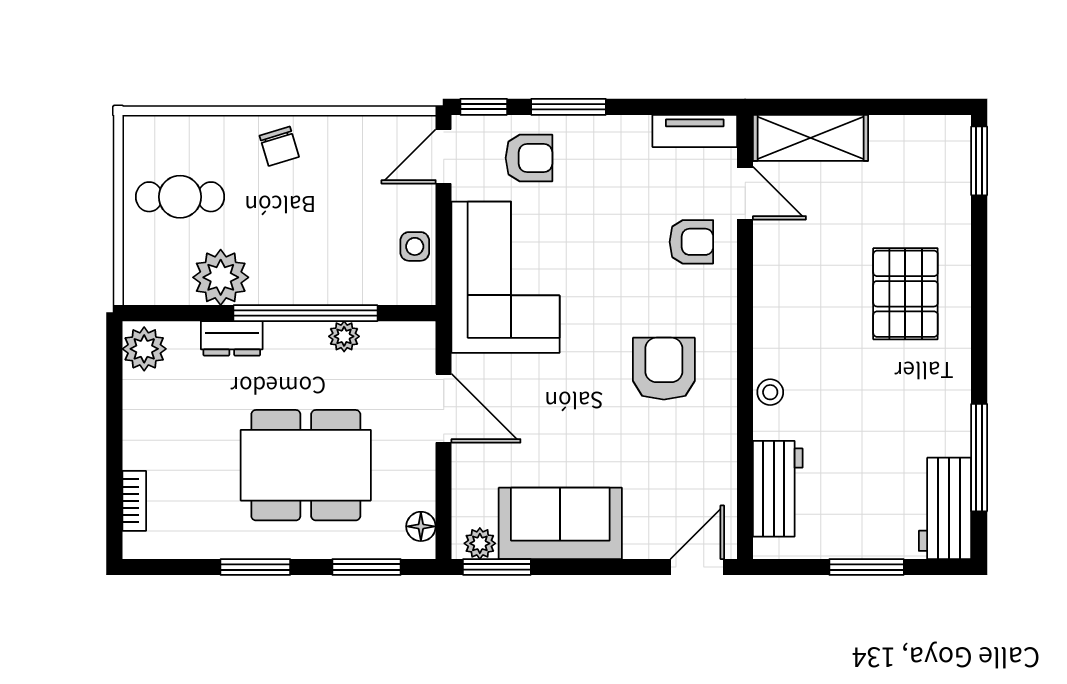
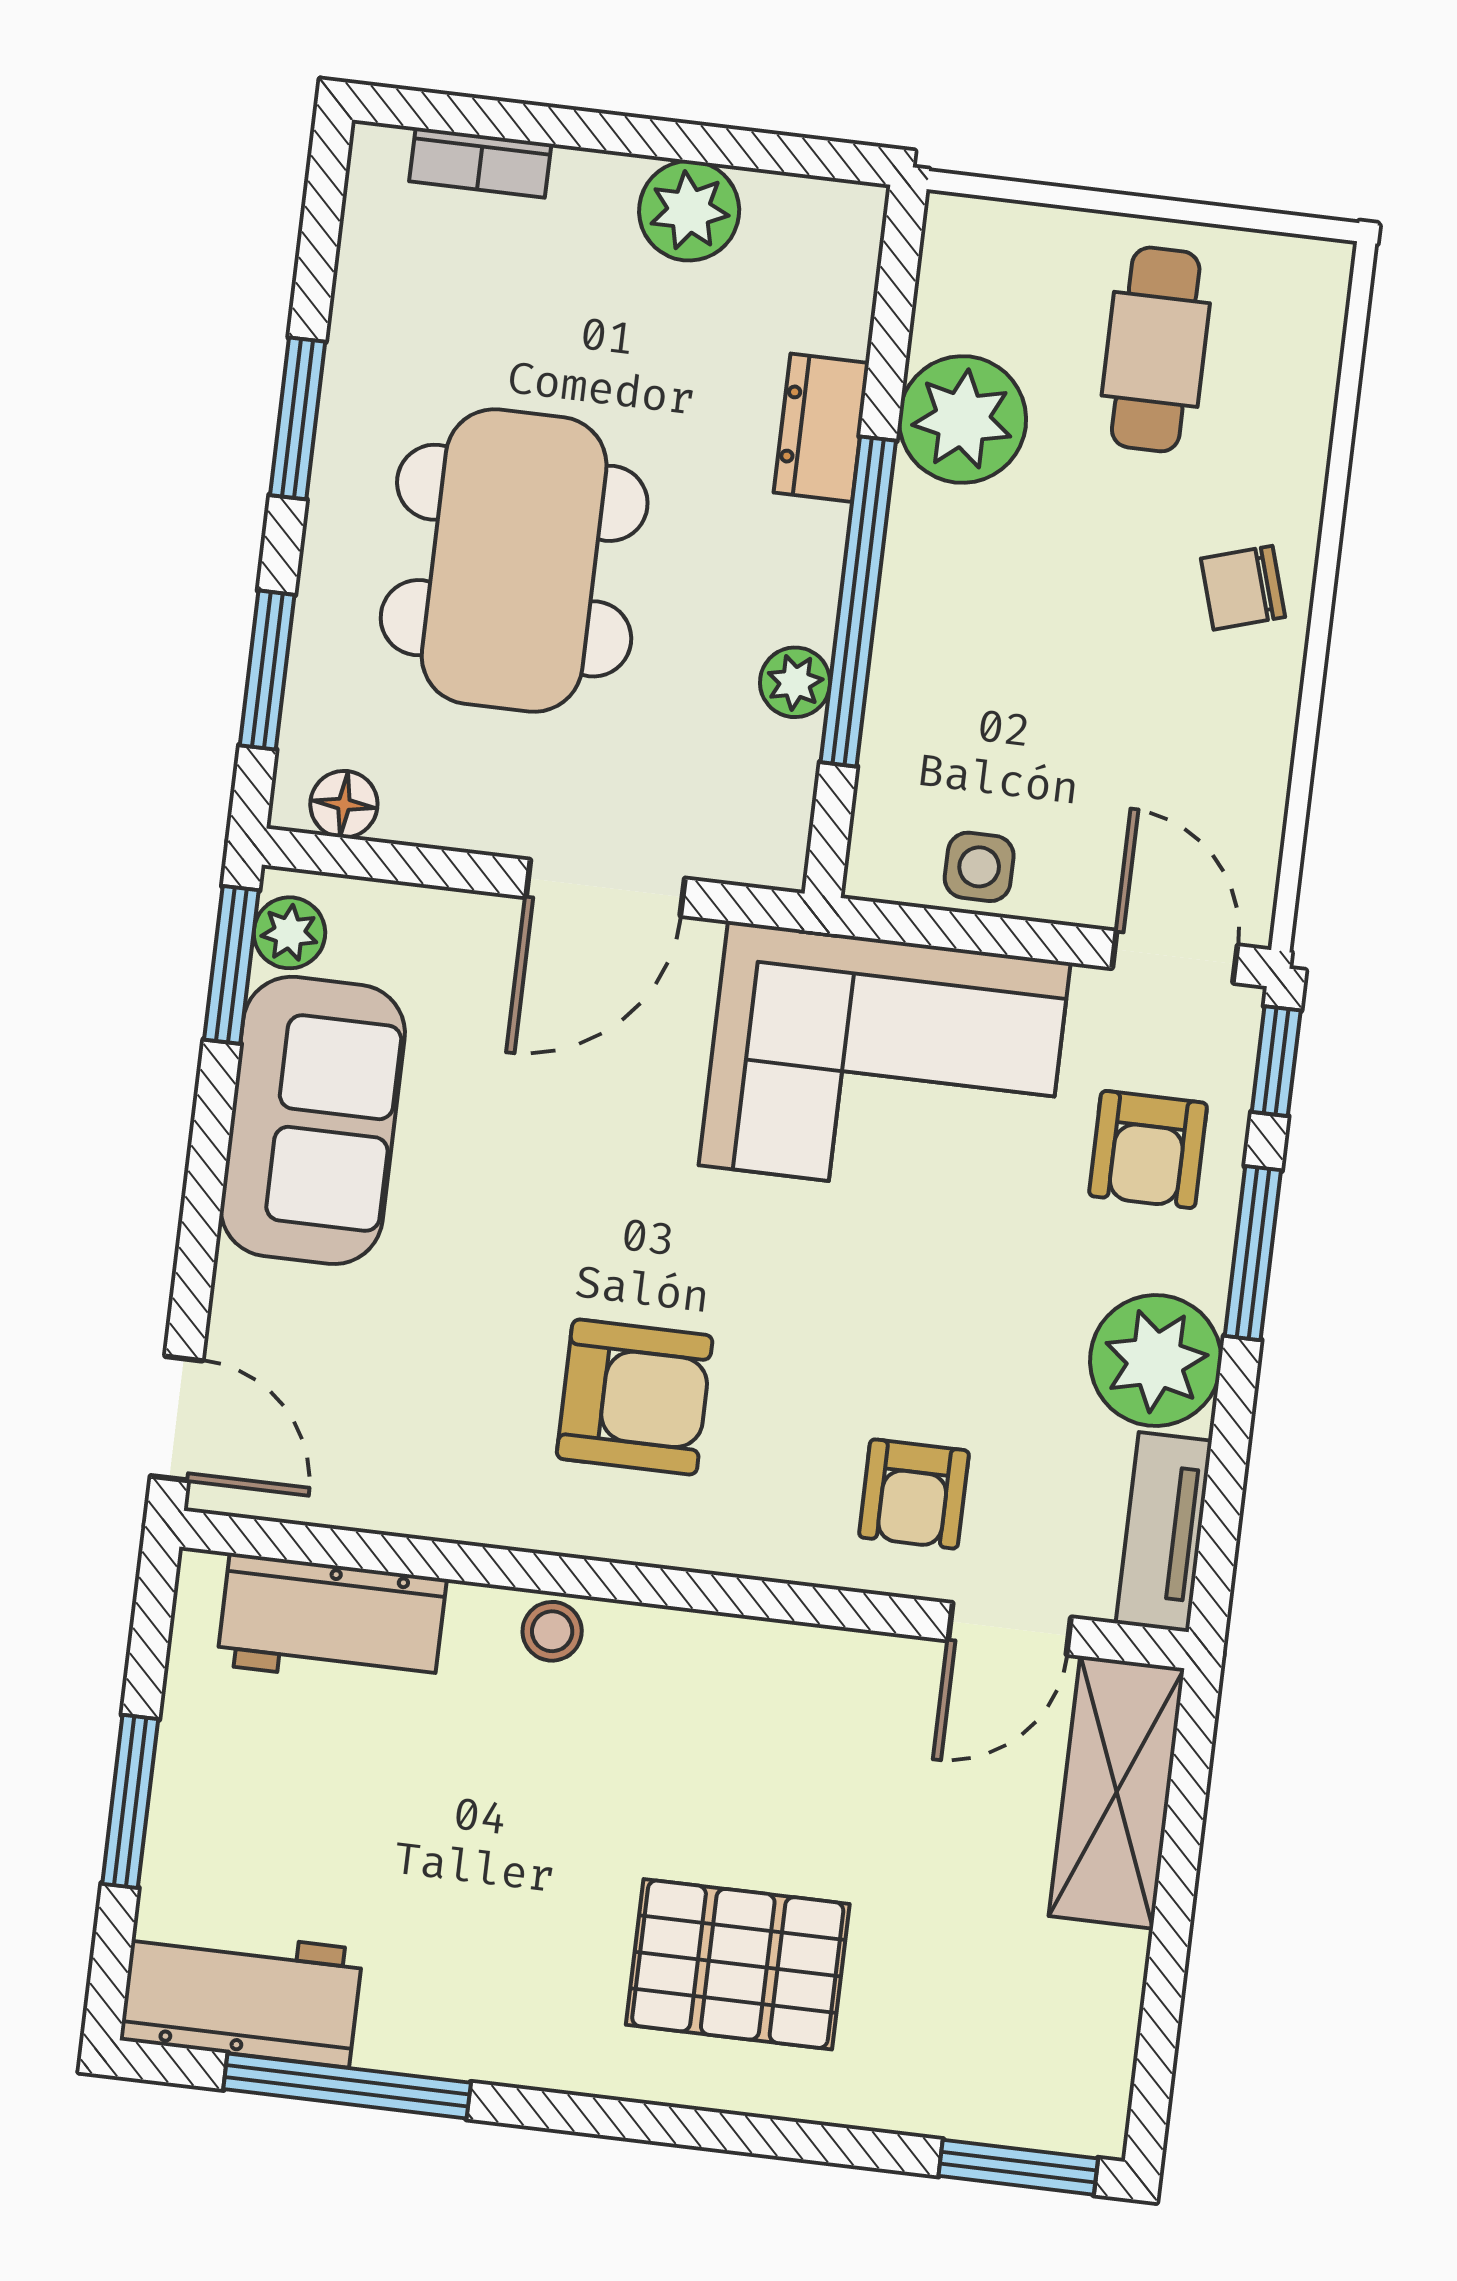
plant: (620, 144) -> (1156, 1361), added
plant: (144, 349) -> (689, 211), moved

